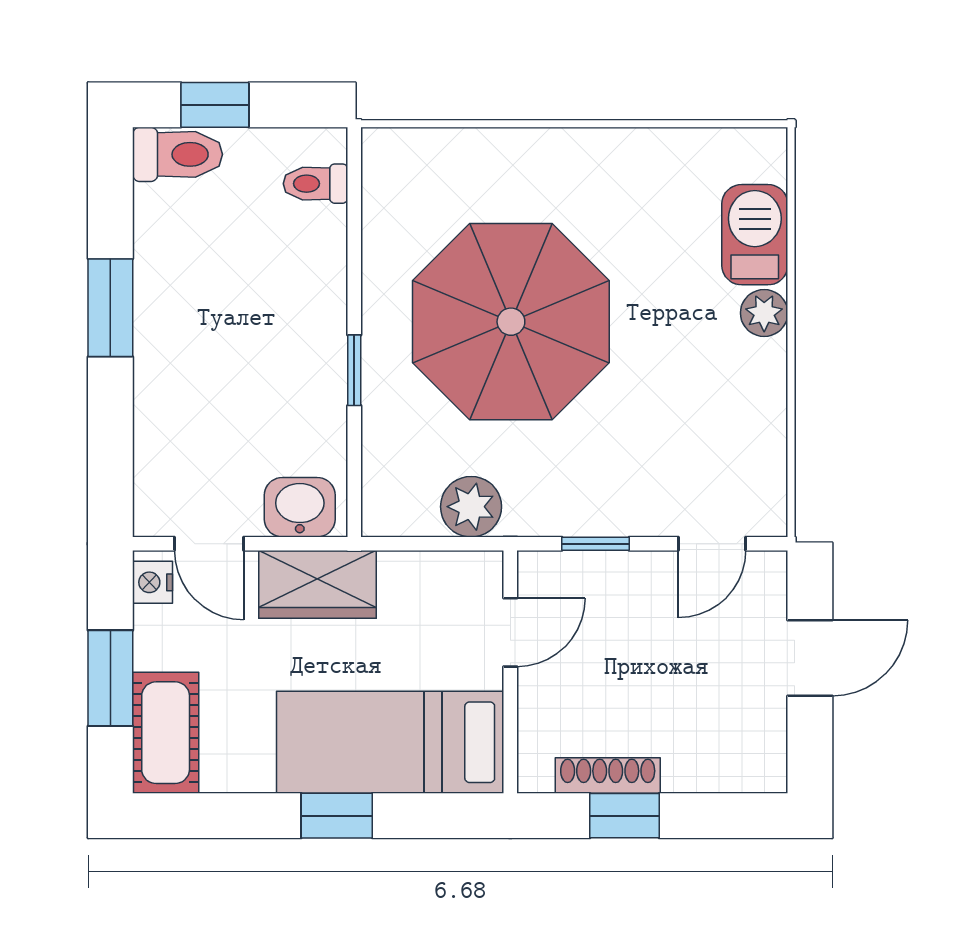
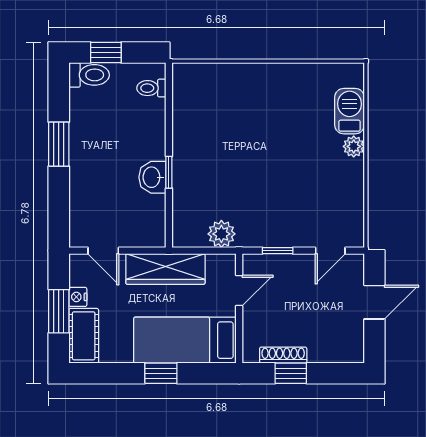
parasol: (511, 322) -> (239, 150), removed
washbasin: (300, 507) -> (152, 177), moved, turned -90
nightstand: (153, 582) -> (78, 297), moved
wardrobe: (318, 584) -> (165, 269), width x1.50

